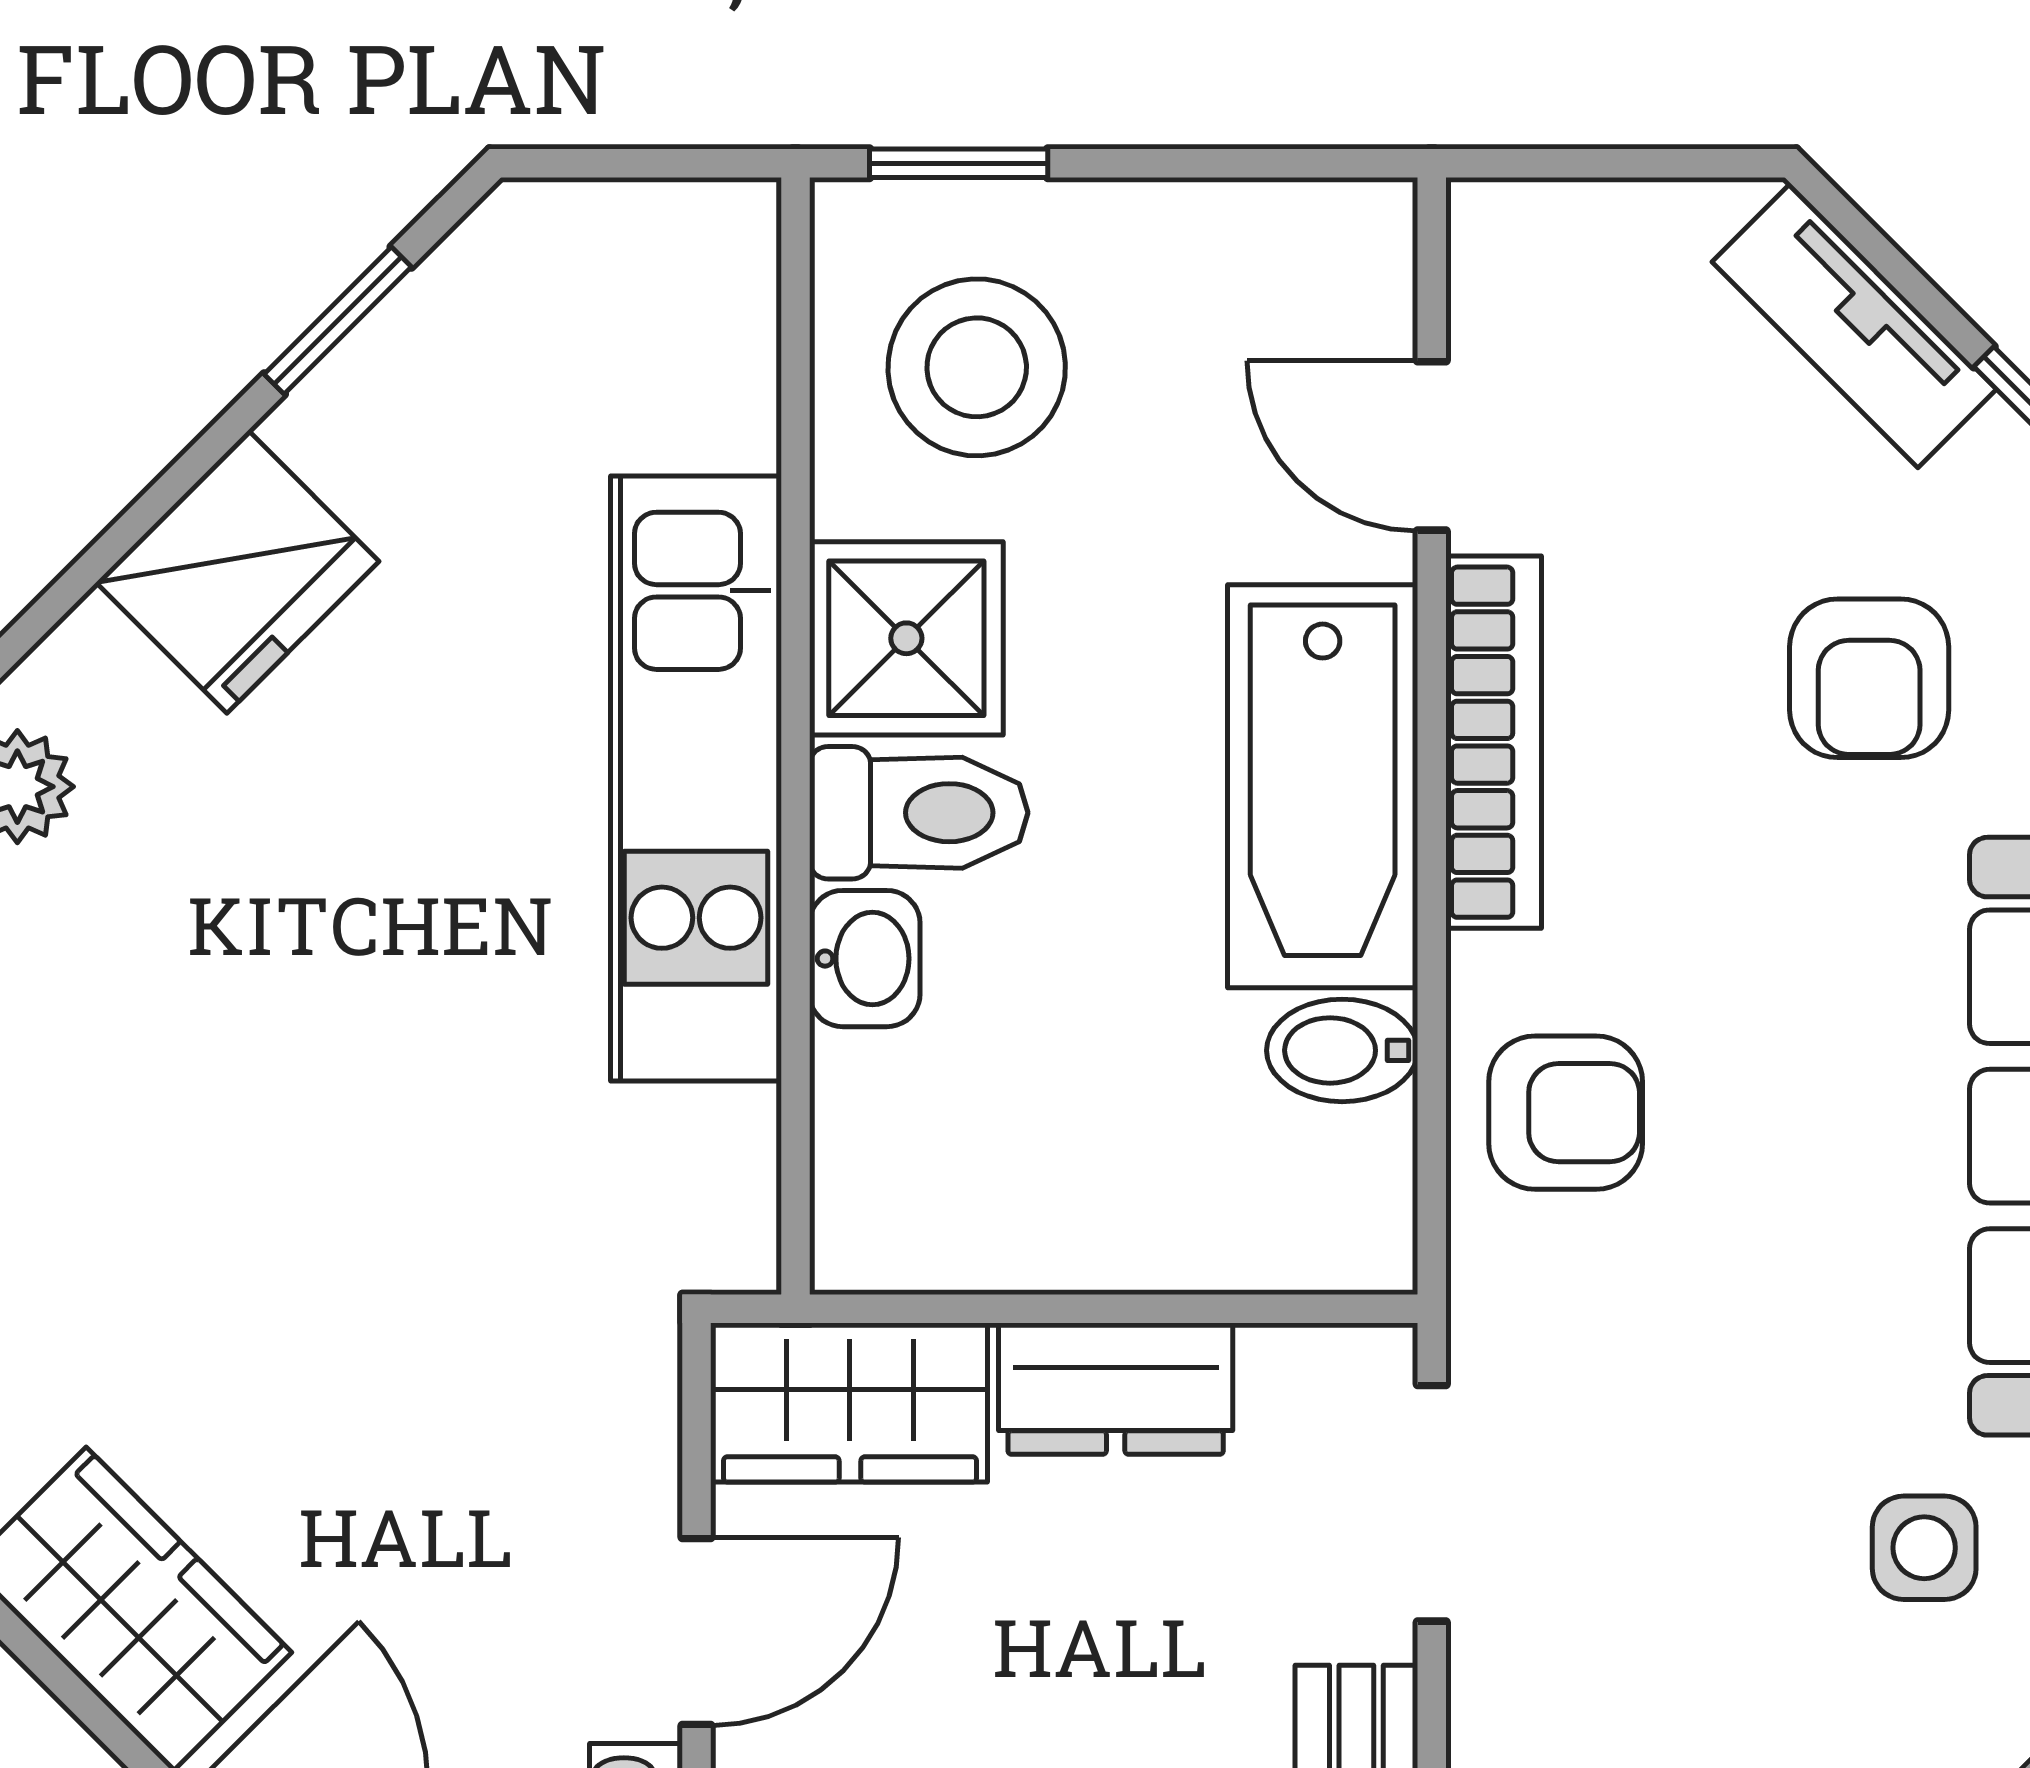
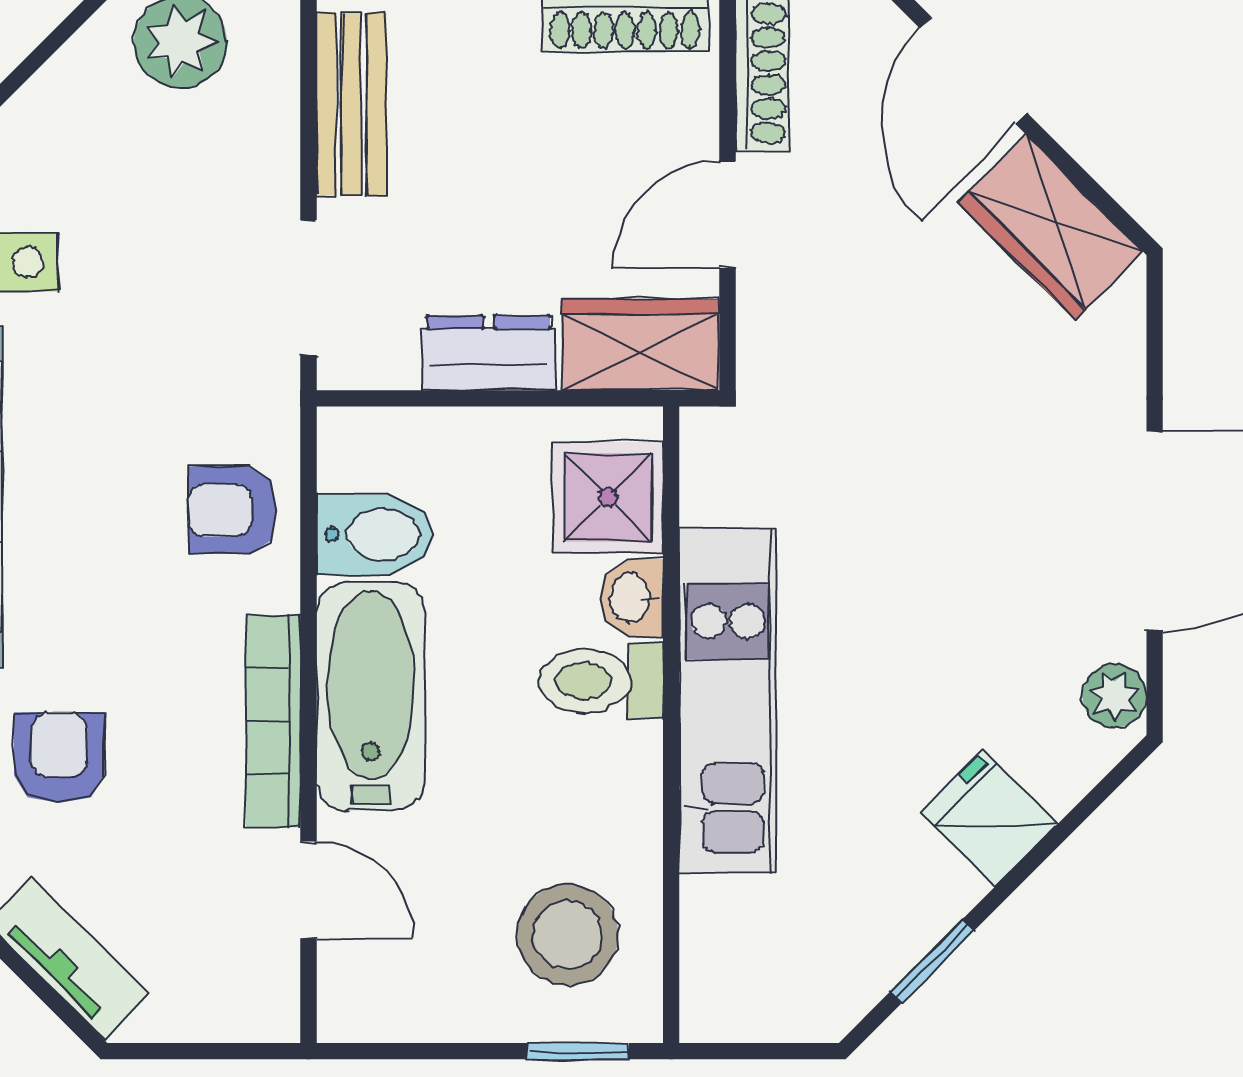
fridge: (238, 572) -> (989, 818), width x0.72
shower: (906, 638) -> (608, 497), moved
bidet: (1342, 1050) -> (375, 534), width x1.38, depth x1.36

